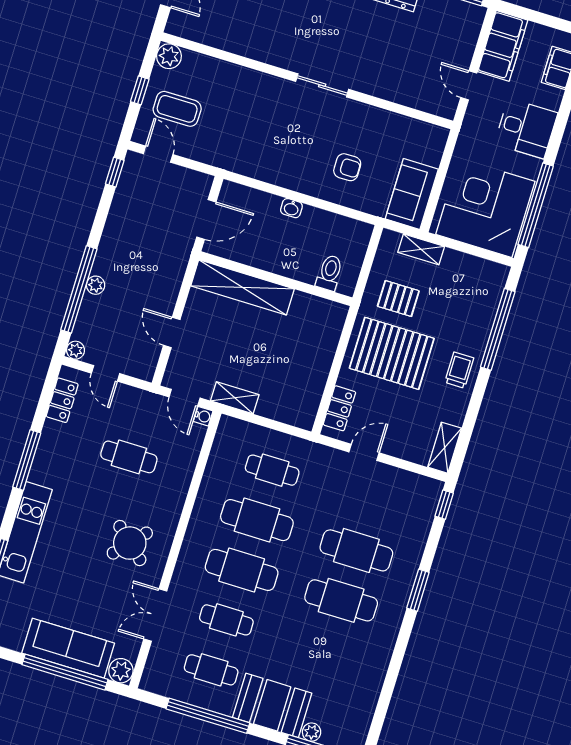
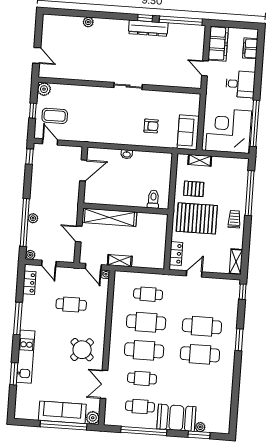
toilet: (329, 273) -> (153, 199), moved
wall: (276, 279) -> (126, 209), moved
shelving: (242, 287) -> (109, 217), moved

